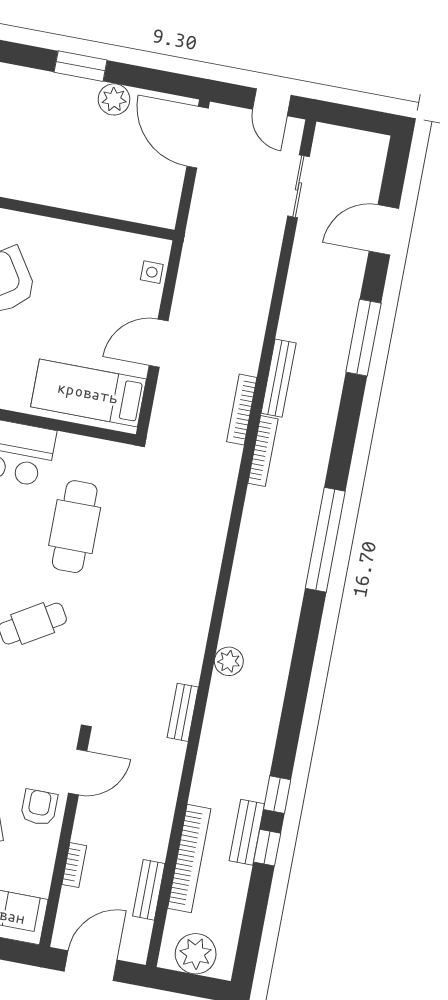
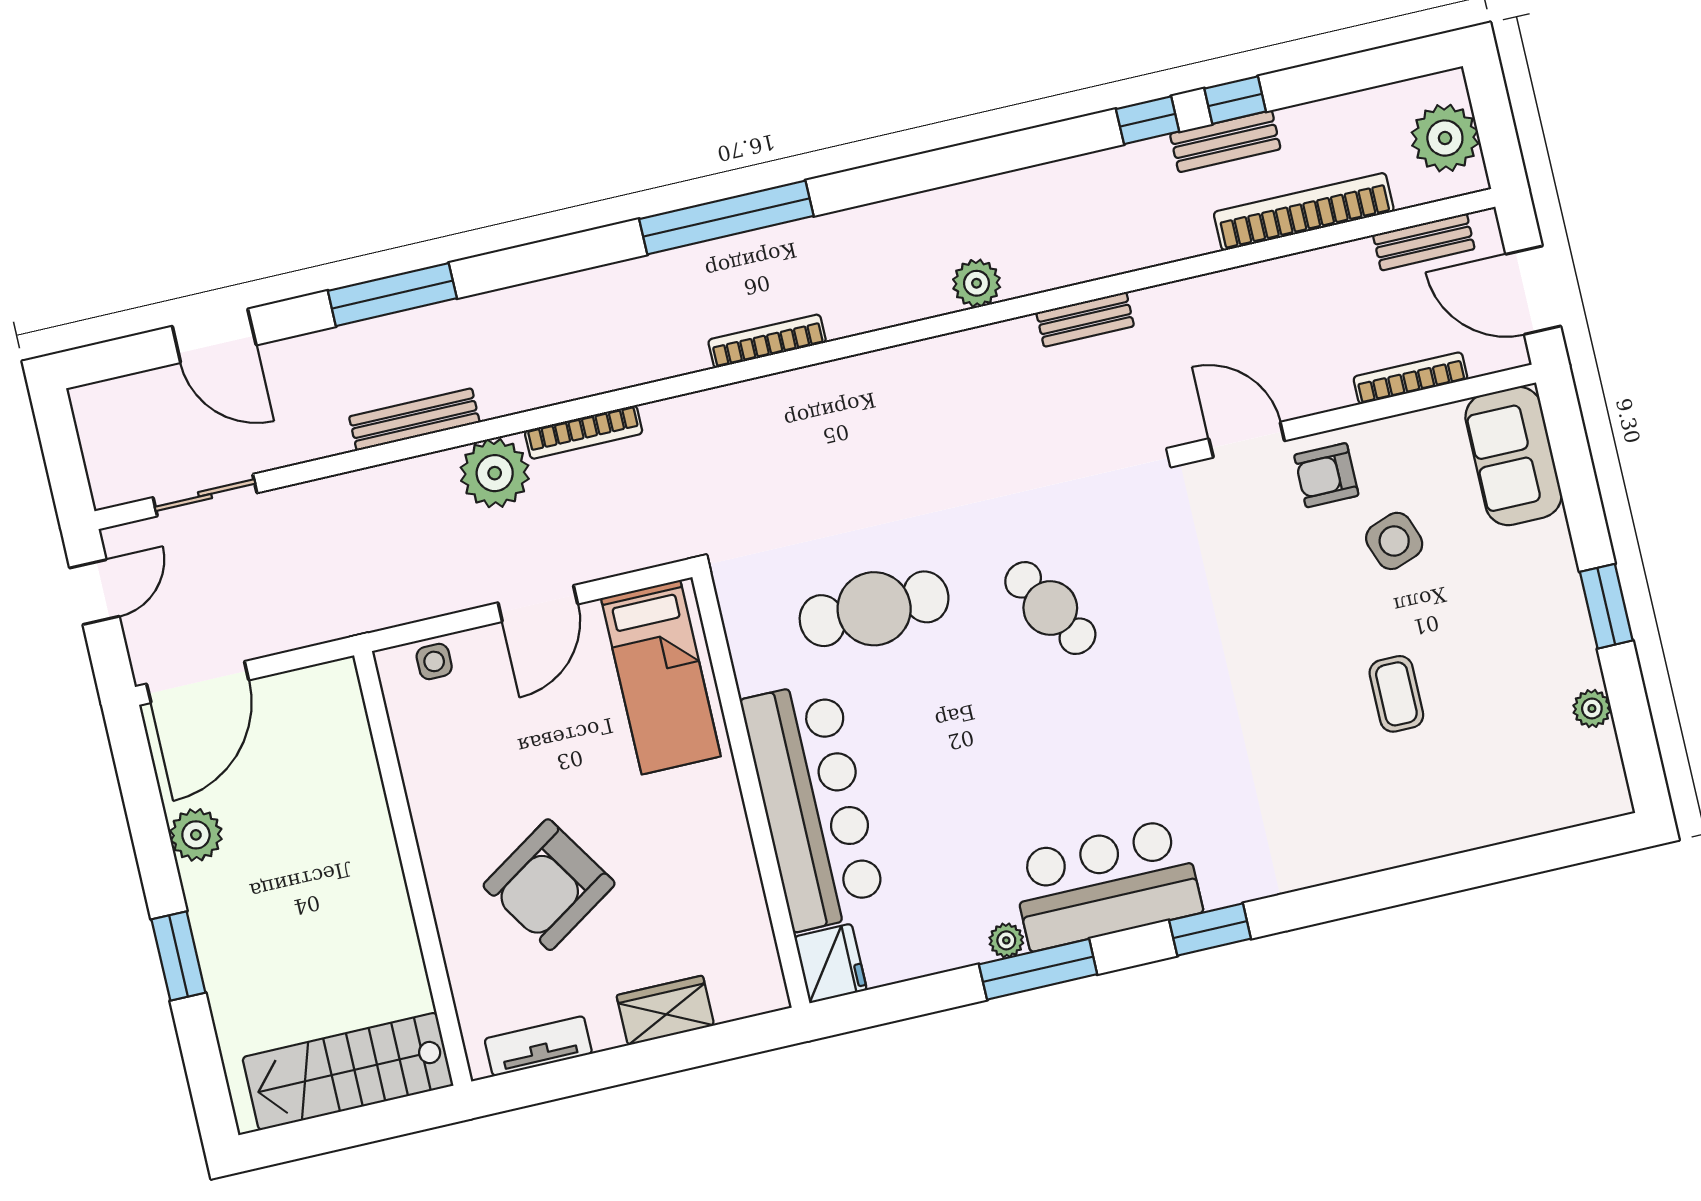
window: (81, 66) -> (178, 956), moved
door: (159, 343) -> (538, 603), hinge flipped
plant: (241, 351) -> (495, 473), added
bench: (279, 378) -> (414, 419), moved
bookcase: (263, 451) -> (767, 341), moved
bookcase: (74, 865) -> (1410, 378), width x1.56
bench: (149, 890) -> (1424, 242), moved

